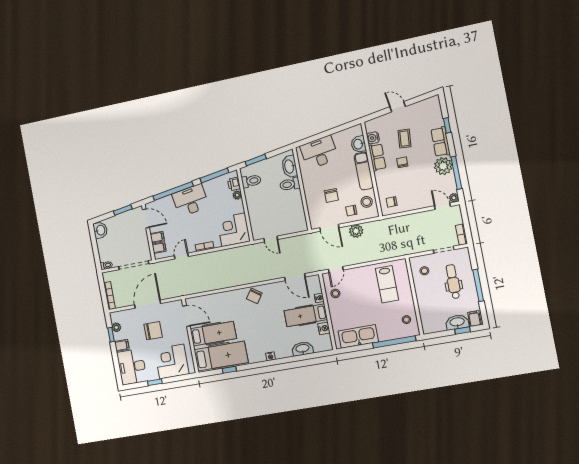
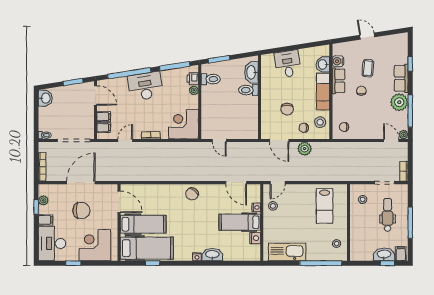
desk: (319, 152) -> (288, 64), width x0.73
washbasin: (303, 349) -> (212, 255), moved

